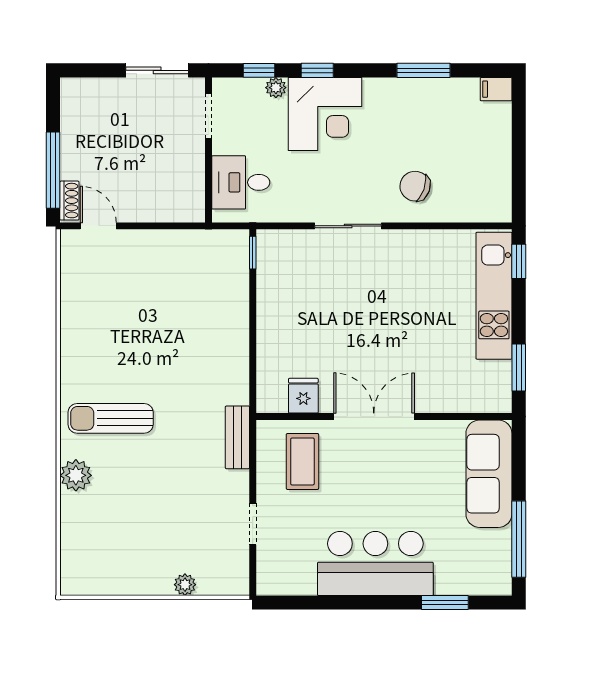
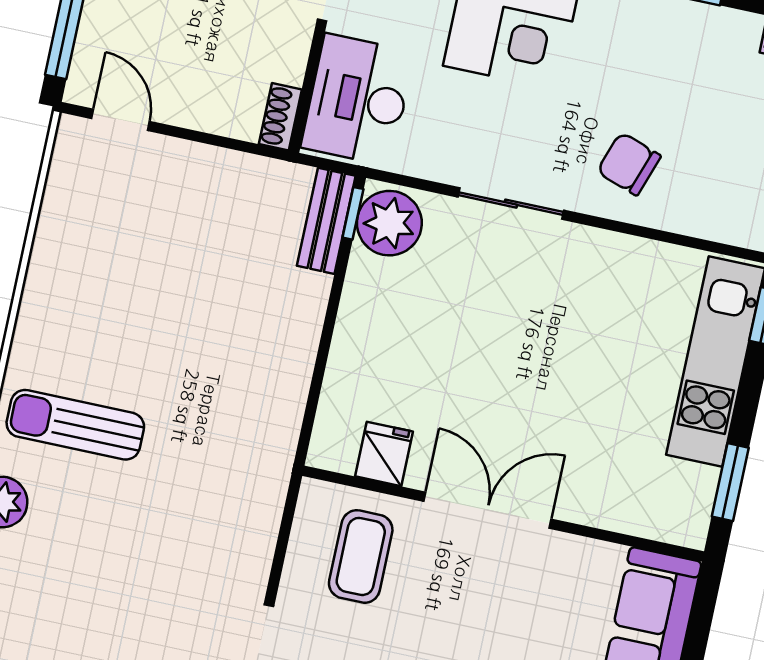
desk: (241, 182) -> (358, 100), width x1.37
shoe rack: (69, 201) -> (280, 117), moved, turned 180
plant: (276, 254) -> (389, 223), added
bench: (237, 437) -> (326, 221), moved

